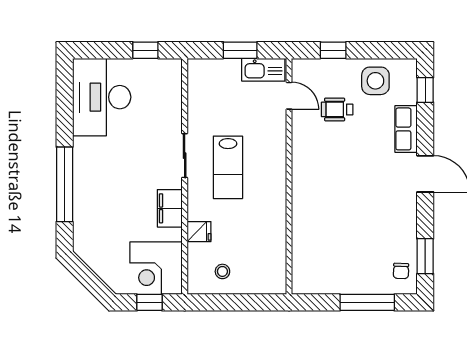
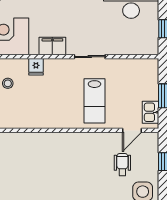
kitchen sink: (263, 70) -> (151, 112), width x0.73
lab bench: (228, 167) -> (94, 101), moved, turned -90

